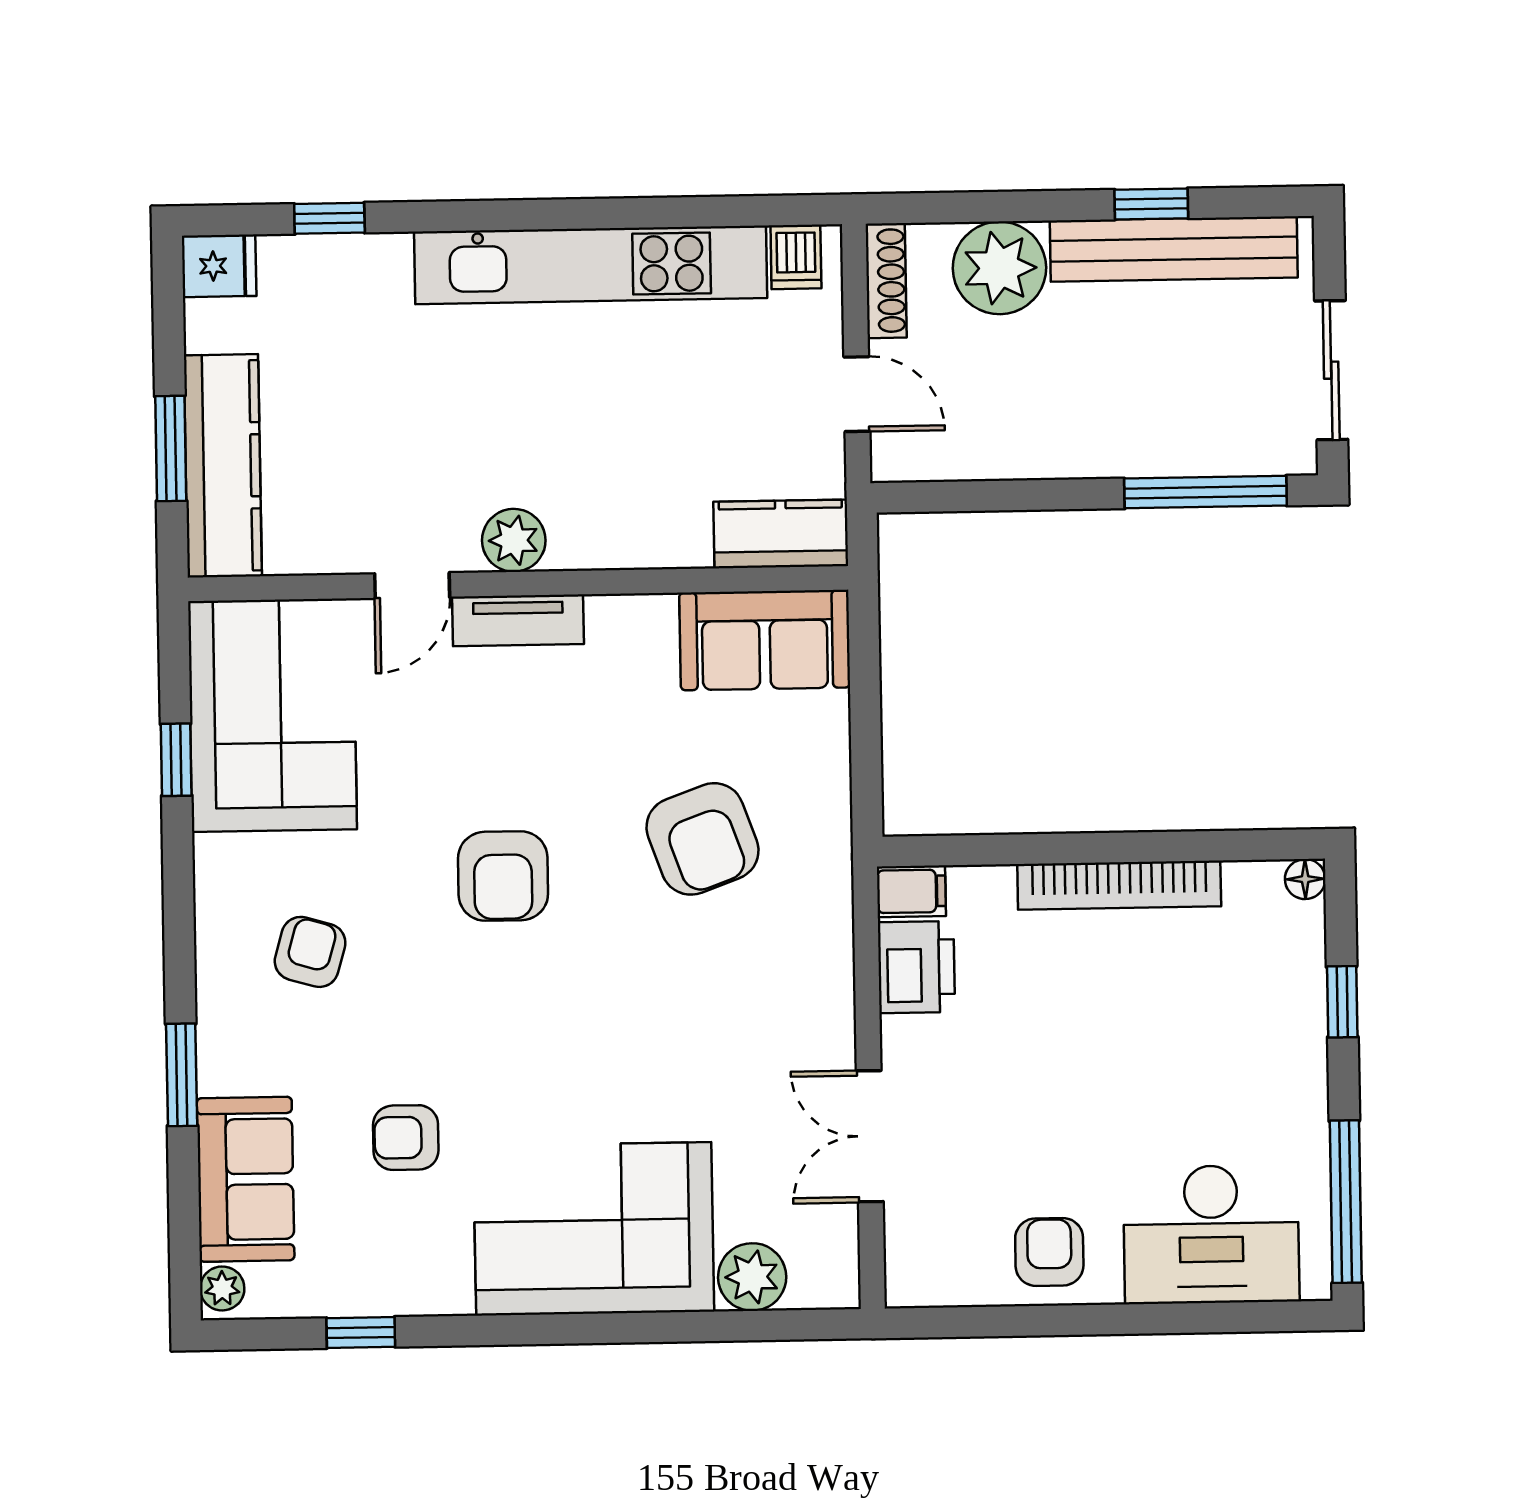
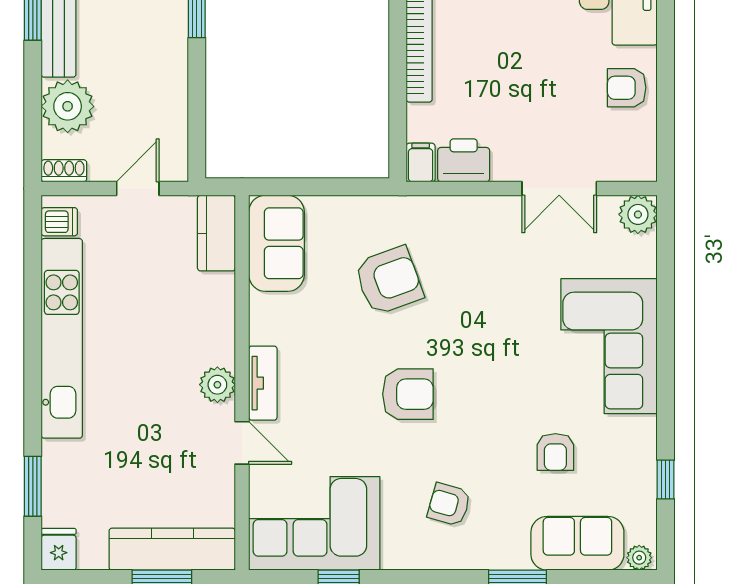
window: (329, 218) -> (33, 486), width x1.50
shoe rack: (886, 281) -> (64, 171), width x0.70
plant: (752, 1277) -> (638, 214), moved

